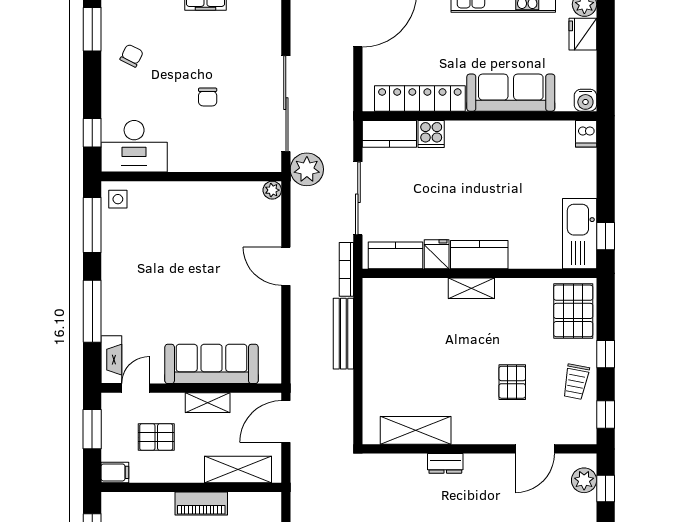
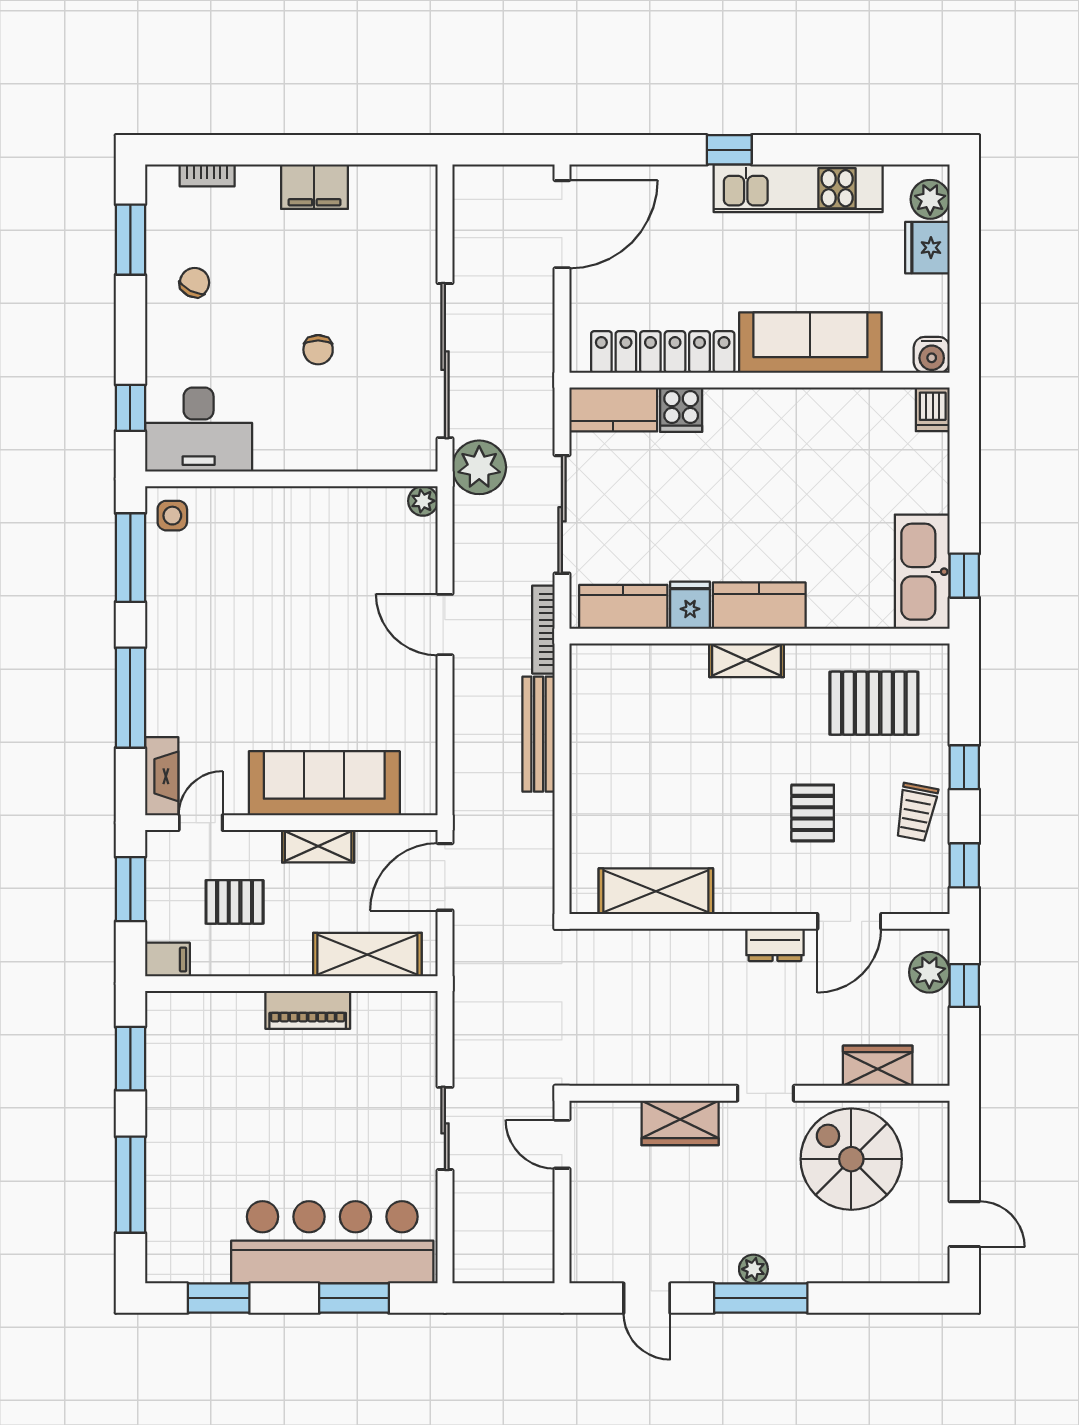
pallet: (573, 311) -> (874, 703), moved, turned 90
dresser: (445, 463) -> (775, 945), moved

